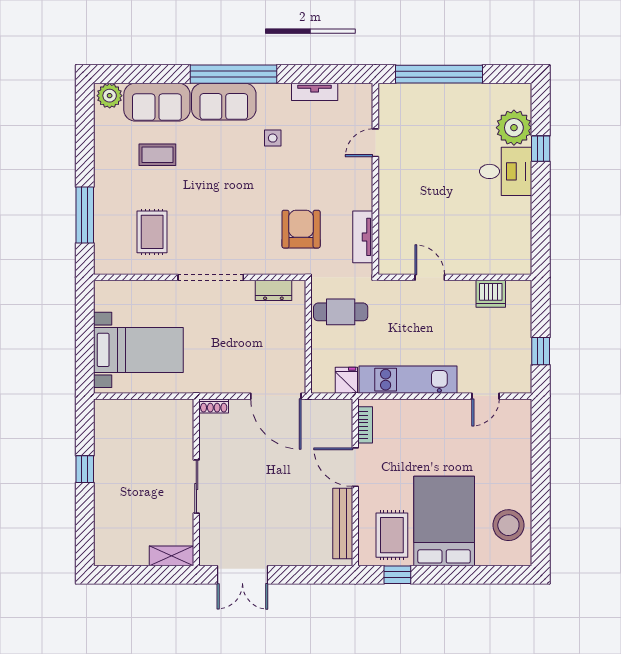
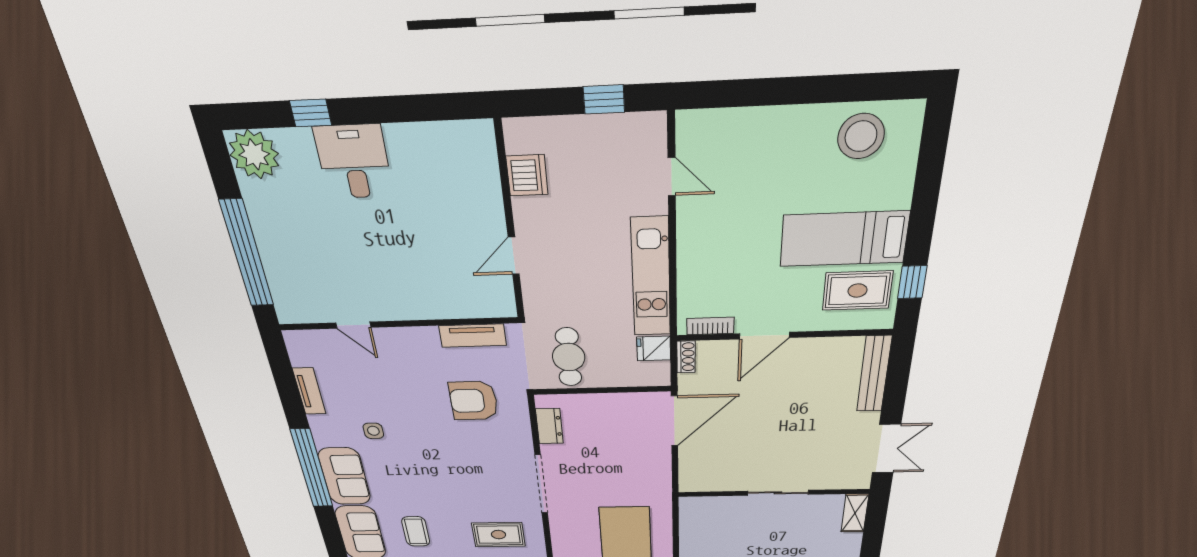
plant: (514, 128) -> (254, 154), moved
shoe rack: (214, 406) -> (686, 357), moved
bed: (444, 521) -> (844, 239), width x0.67
bench: (343, 524) -> (874, 374), moved, turned 90

